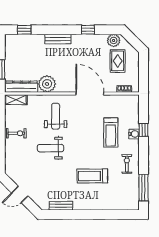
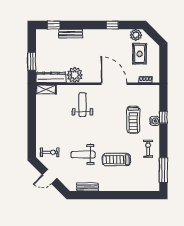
bench: (58, 39) -> (70, 34), moved
exercise bike: (16, 133) -> (50, 152), moved
weight bench: (50, 148) -> (83, 155), moved

